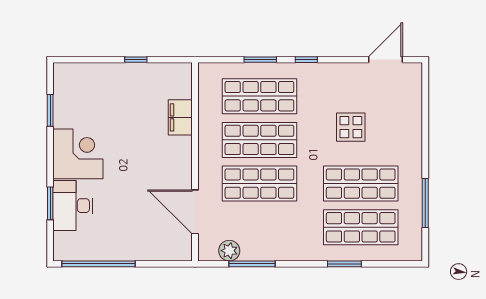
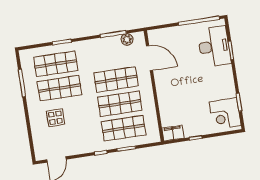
filing cabinet: (180, 117) -> (173, 133), moved, turned -90
display table: (351, 127) -> (55, 118), moved
corner desk: (78, 154) -> (225, 114), moved
desk: (73, 206) -> (214, 46), width x1.36, depth x1.30

